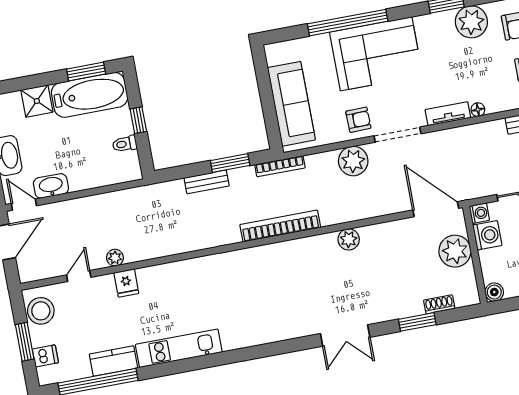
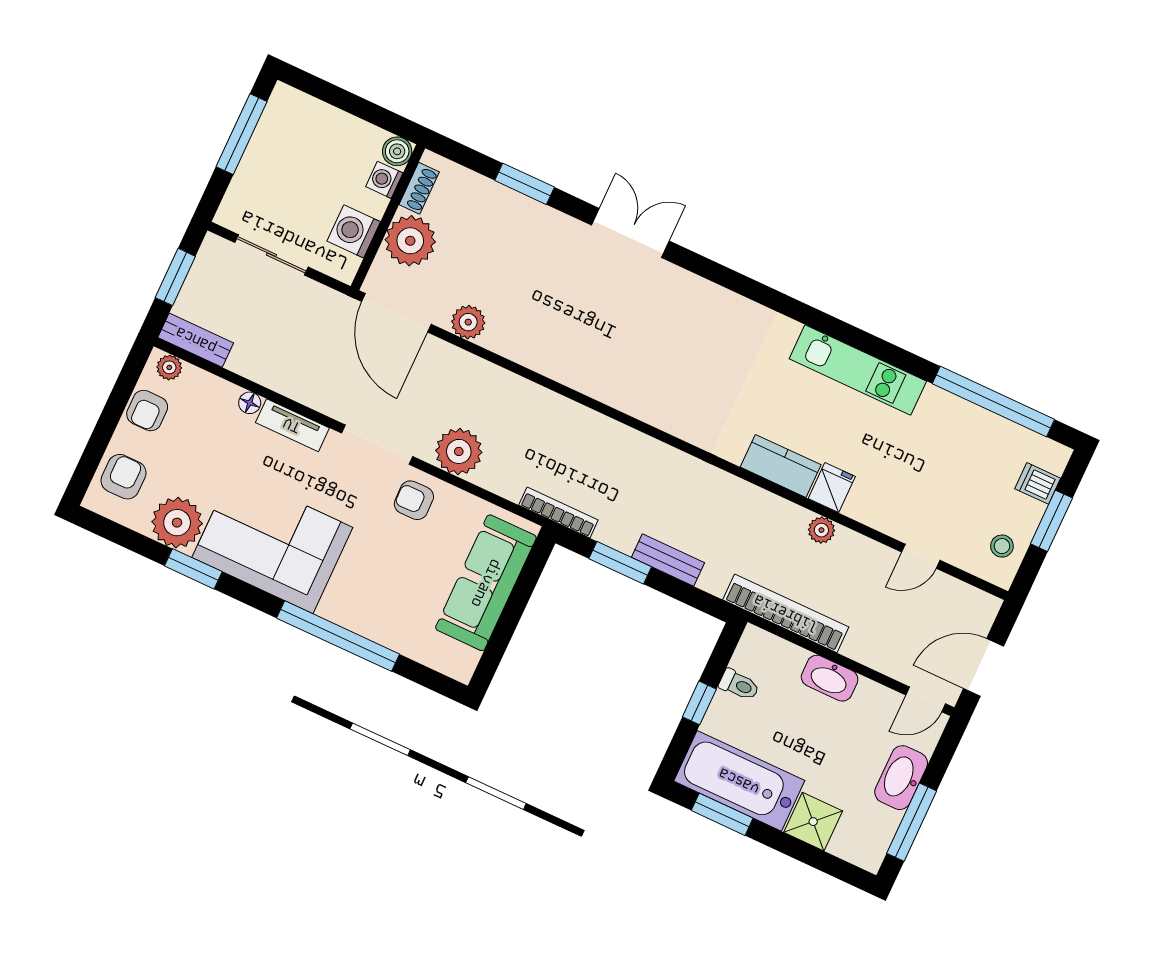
corner sofa: (376, 54) -> (272, 542), moved
washbasin: (51, 186) -> (830, 678), moved
door: (24, 205) -> (926, 699), hinge flipped
washing machine: (479, 213) -> (384, 180), moved
bookcase: (280, 226) -> (786, 613), moved, turned 180
plant: (349, 239) -> (468, 322), moved
plant: (115, 258) -> (821, 530), moved
fridge: (126, 283) -> (832, 488), moved
shoe rack: (439, 304) -> (419, 188), moved, turned -90
stool: (41, 311) -> (1002, 546), width x0.53, depth x0.53
kitchen counter: (114, 361) -> (781, 466), moved, turned 180

